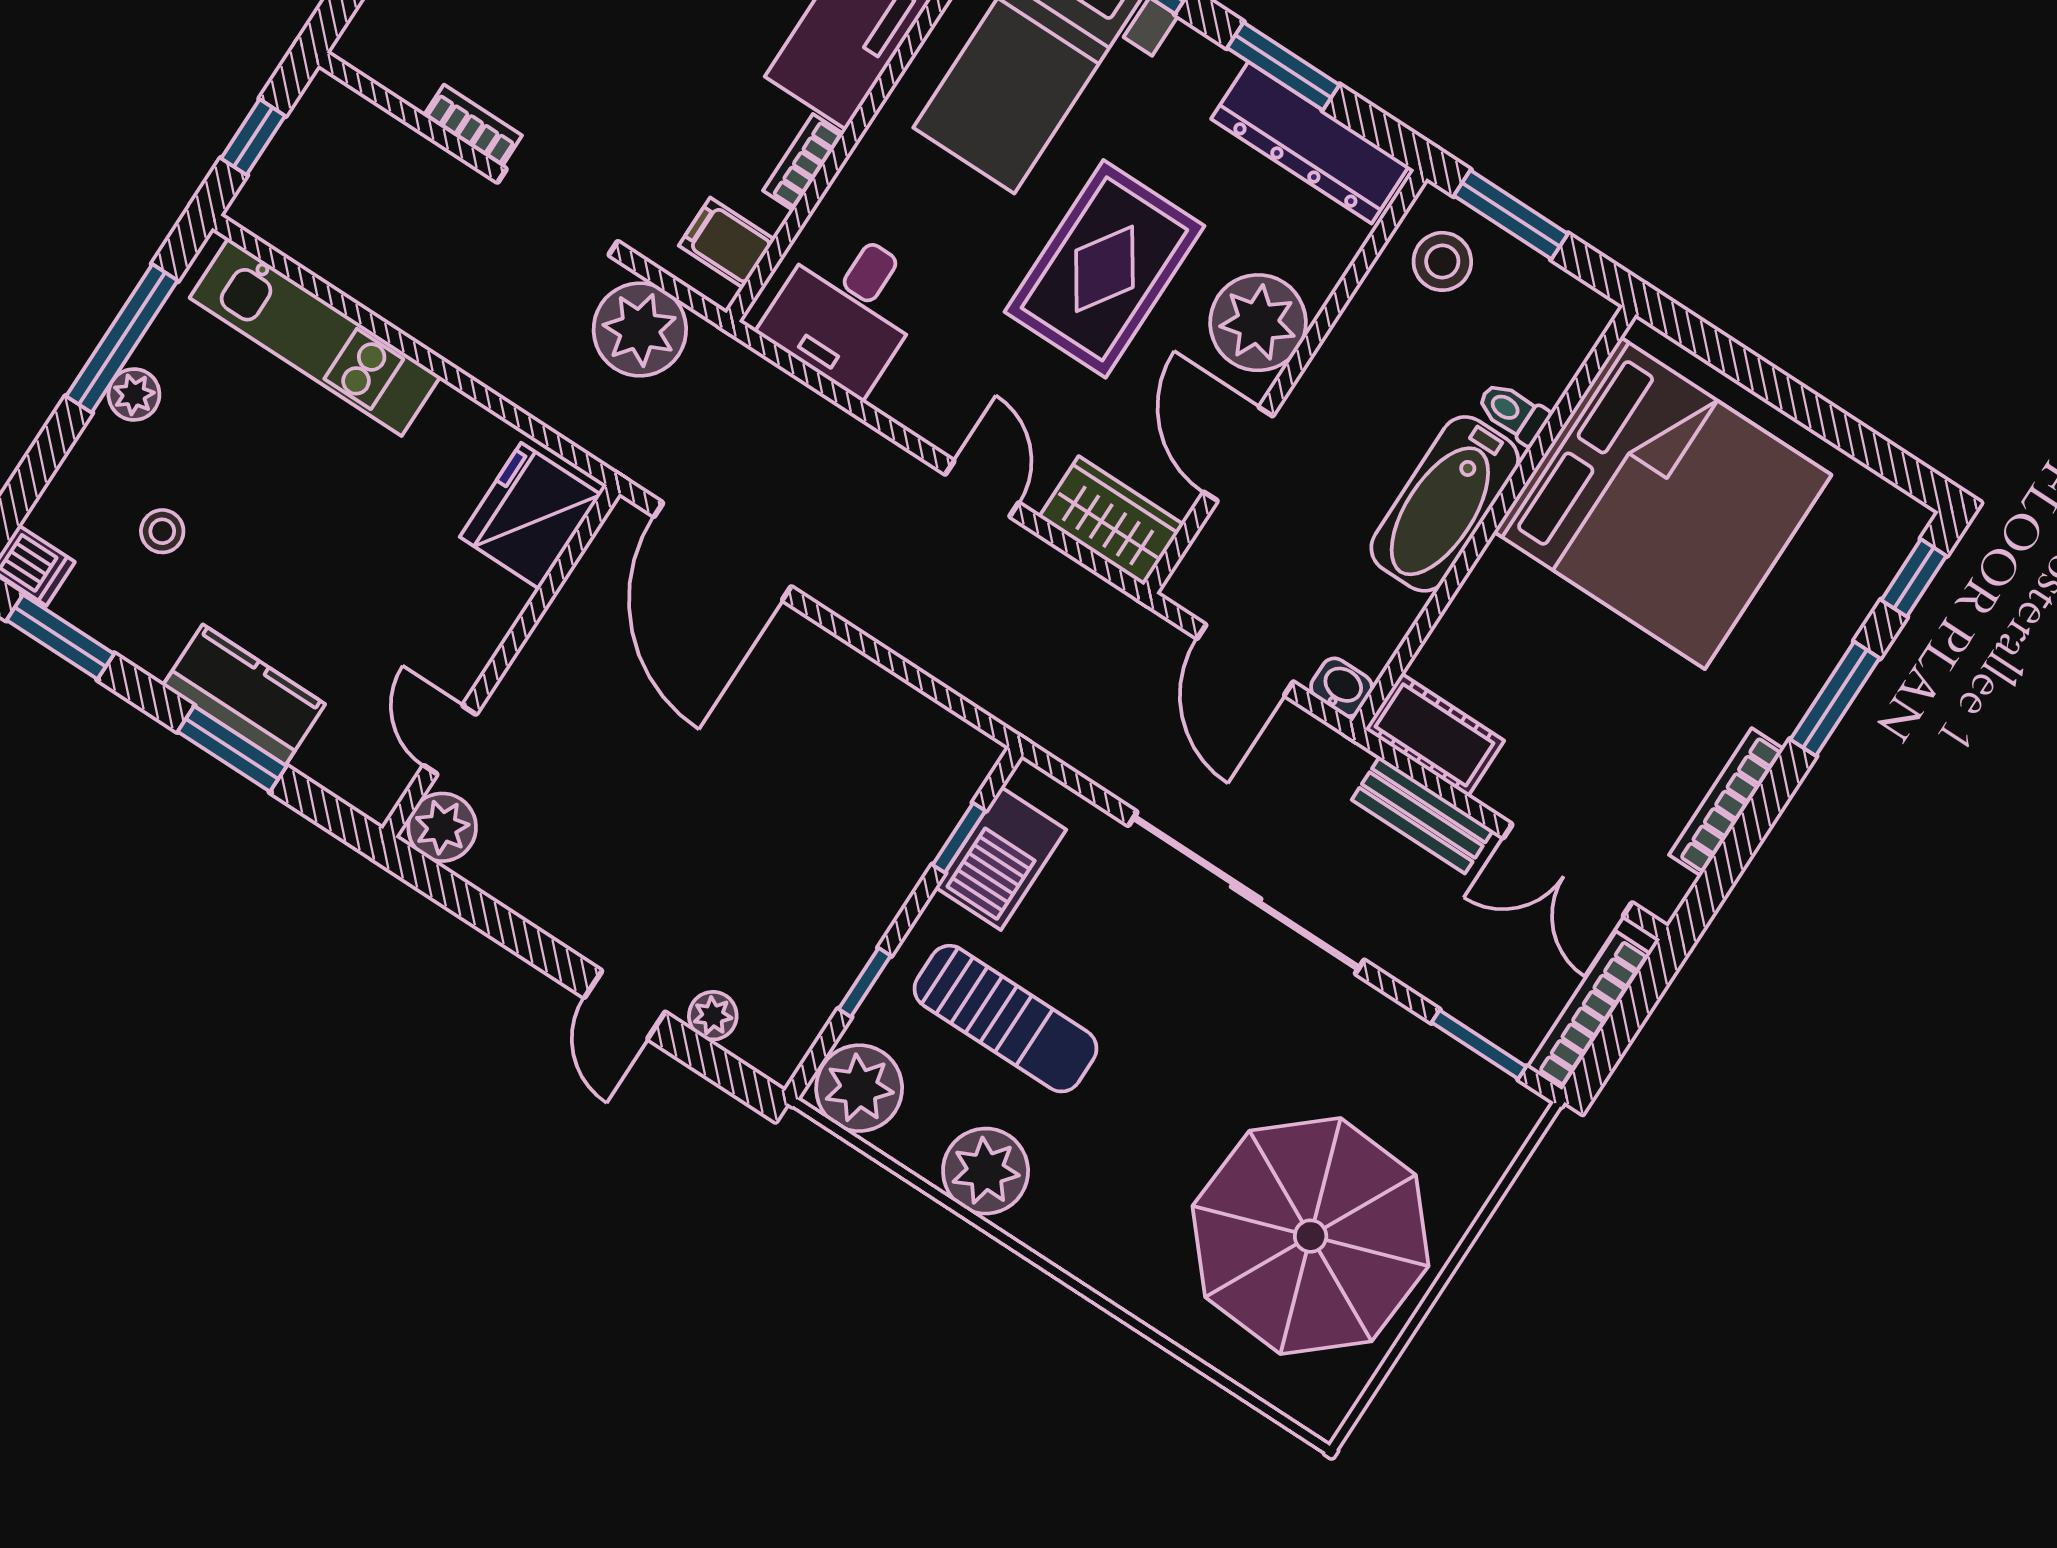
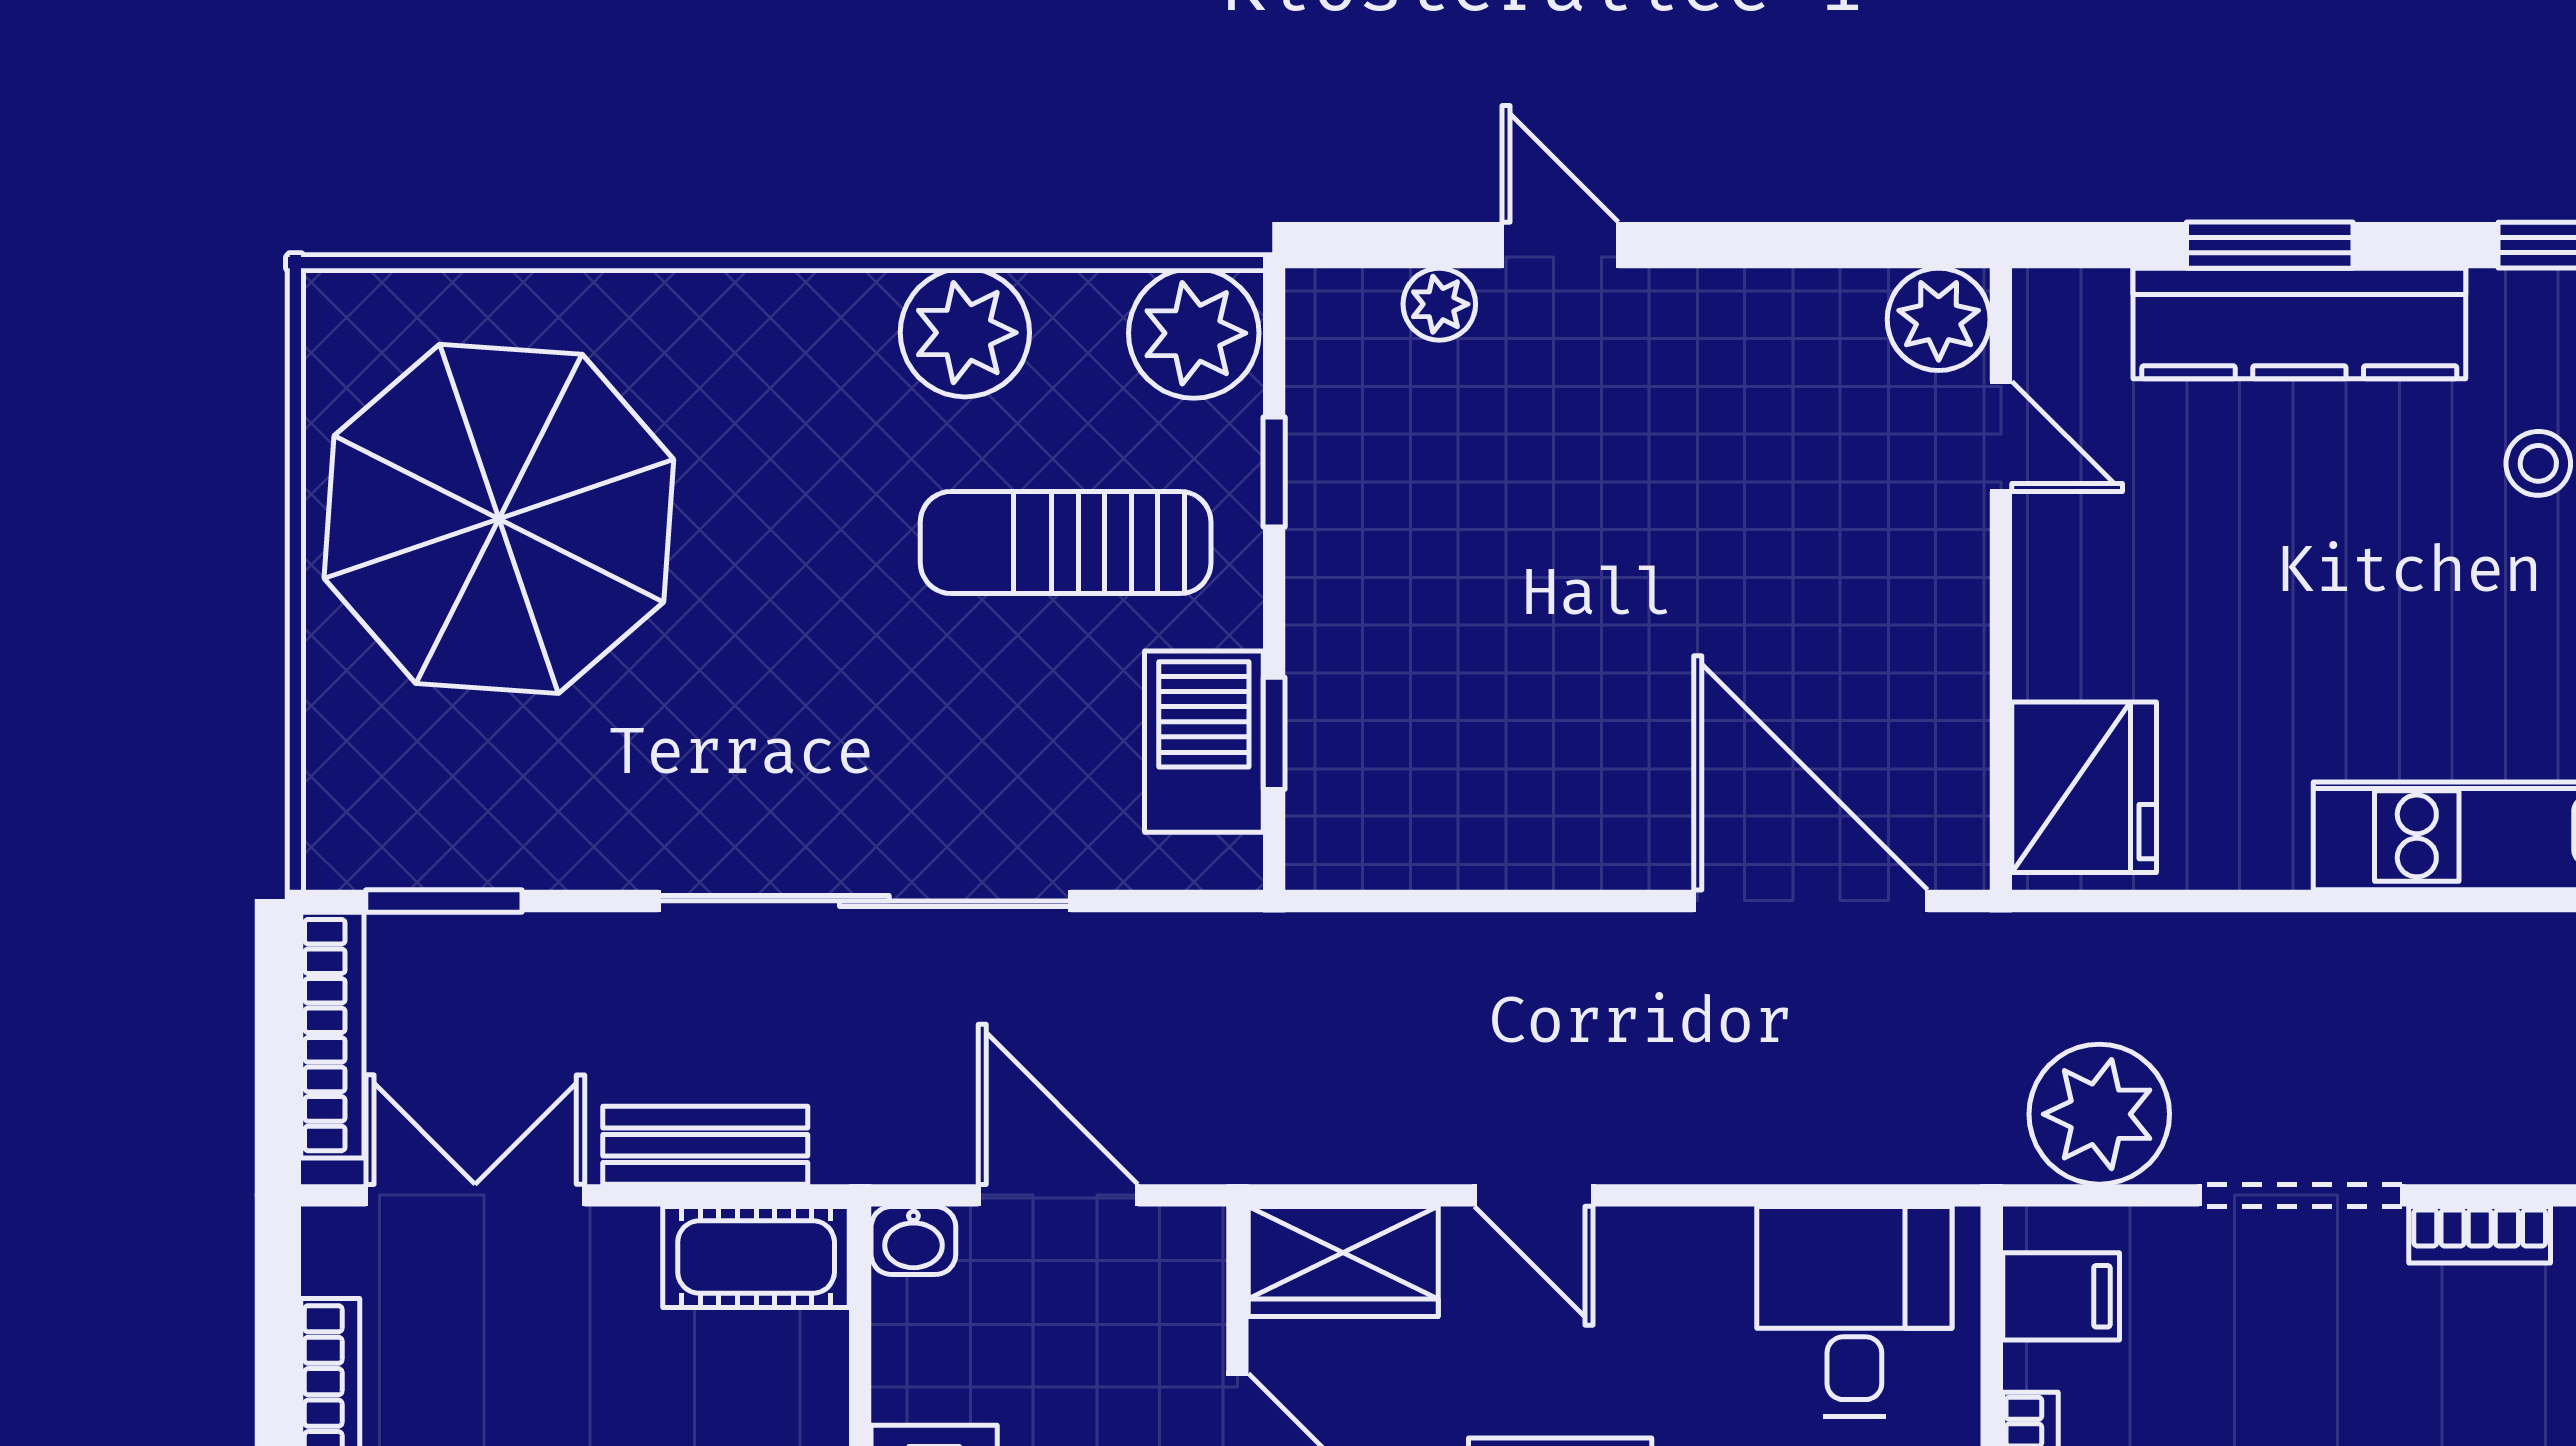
kitchen counter: (244, 695) -> (2299, 324), width x1.50

